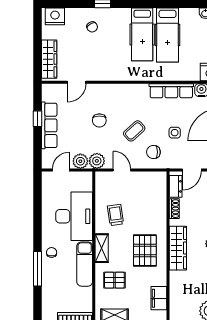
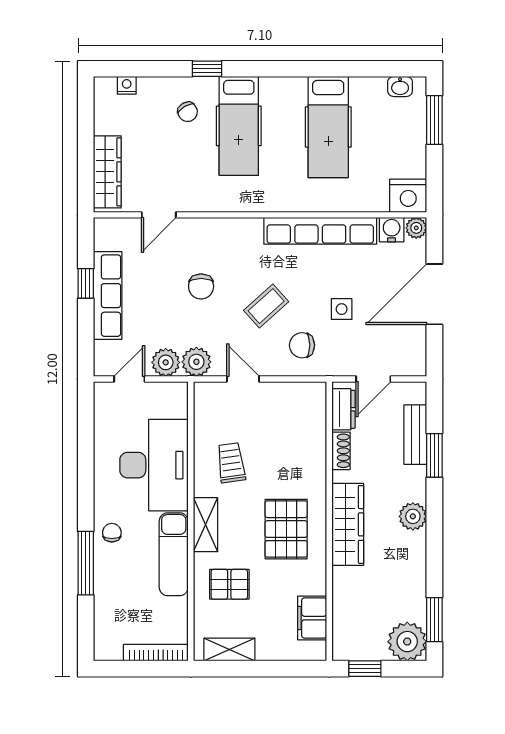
nightstand: (55, 16) -> (127, 85), width x0.53, depth x0.56
hospital bed: (142, 34) -> (239, 126), moved
row of seats: (171, 91) -> (320, 231), width x1.36

